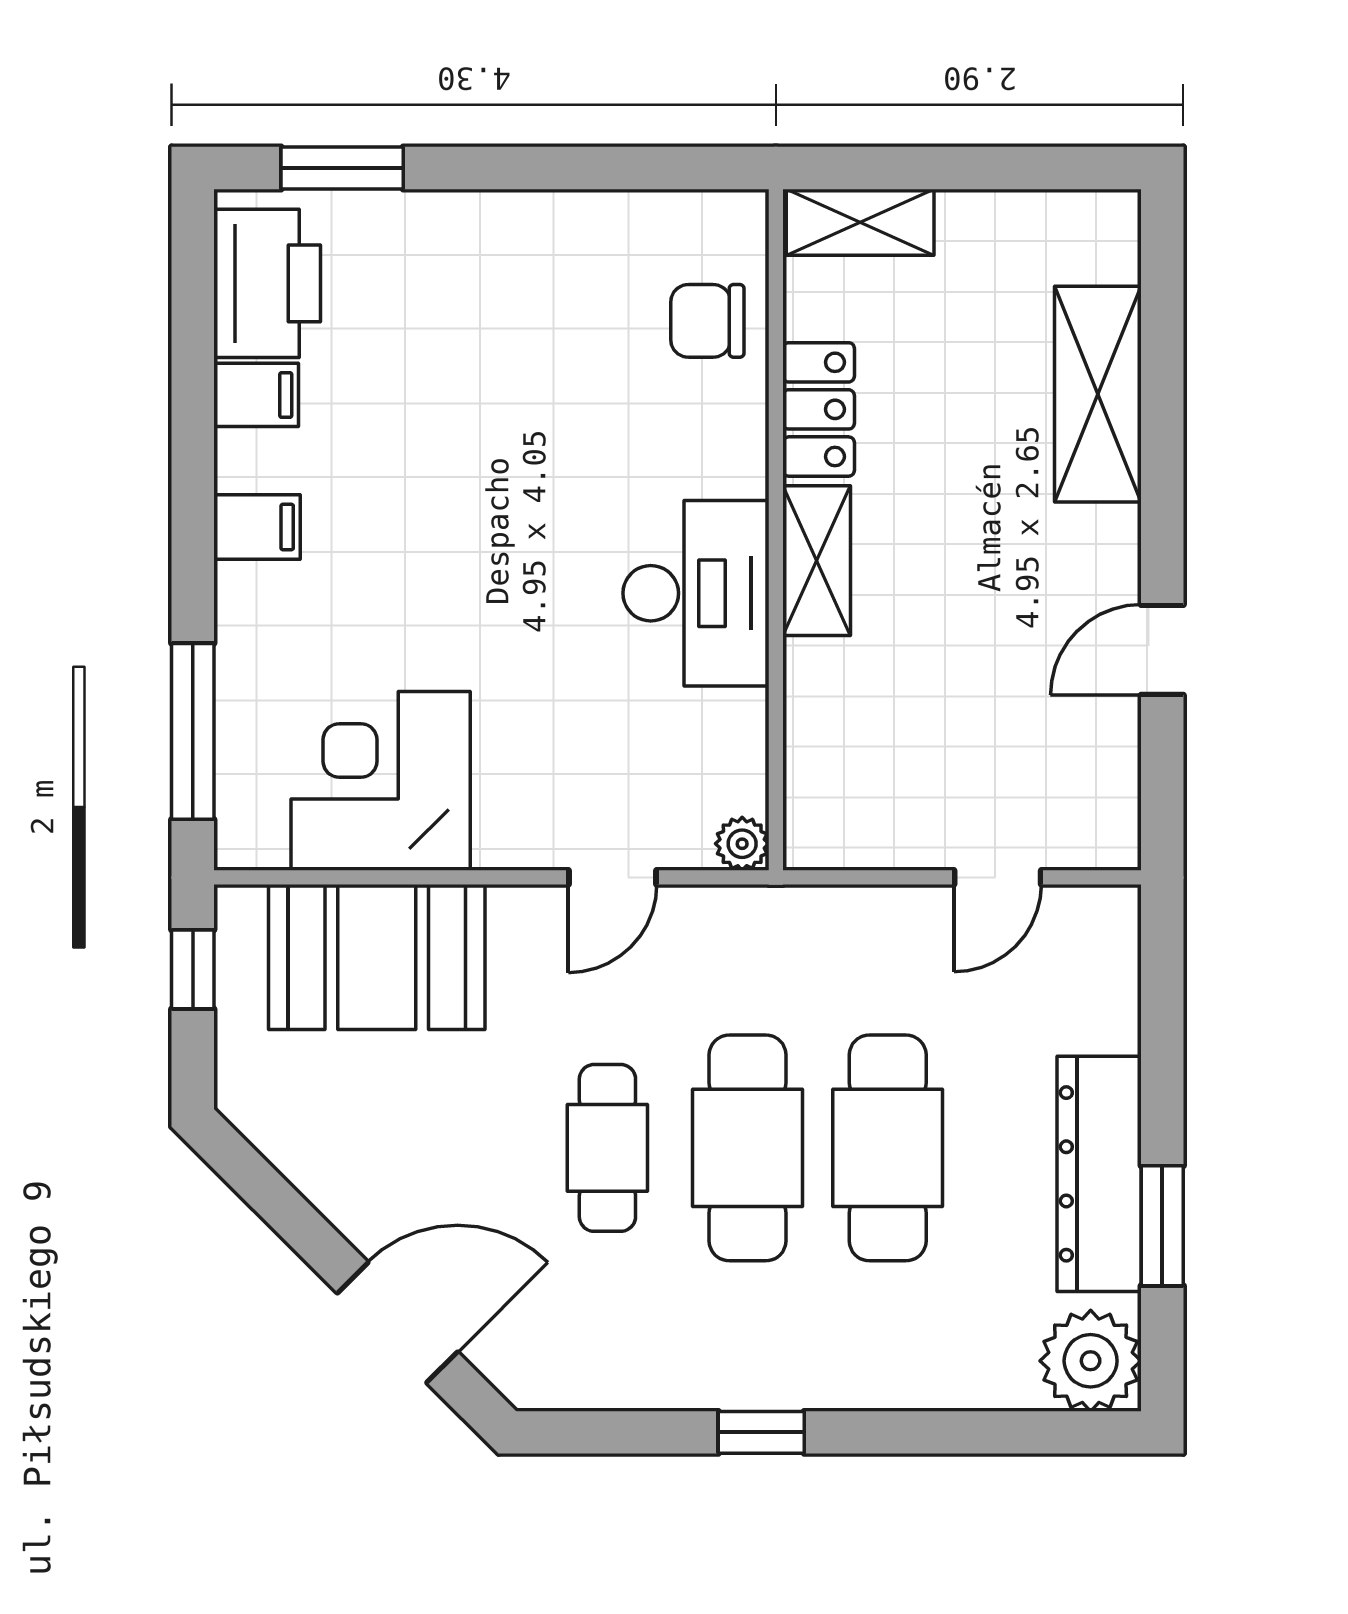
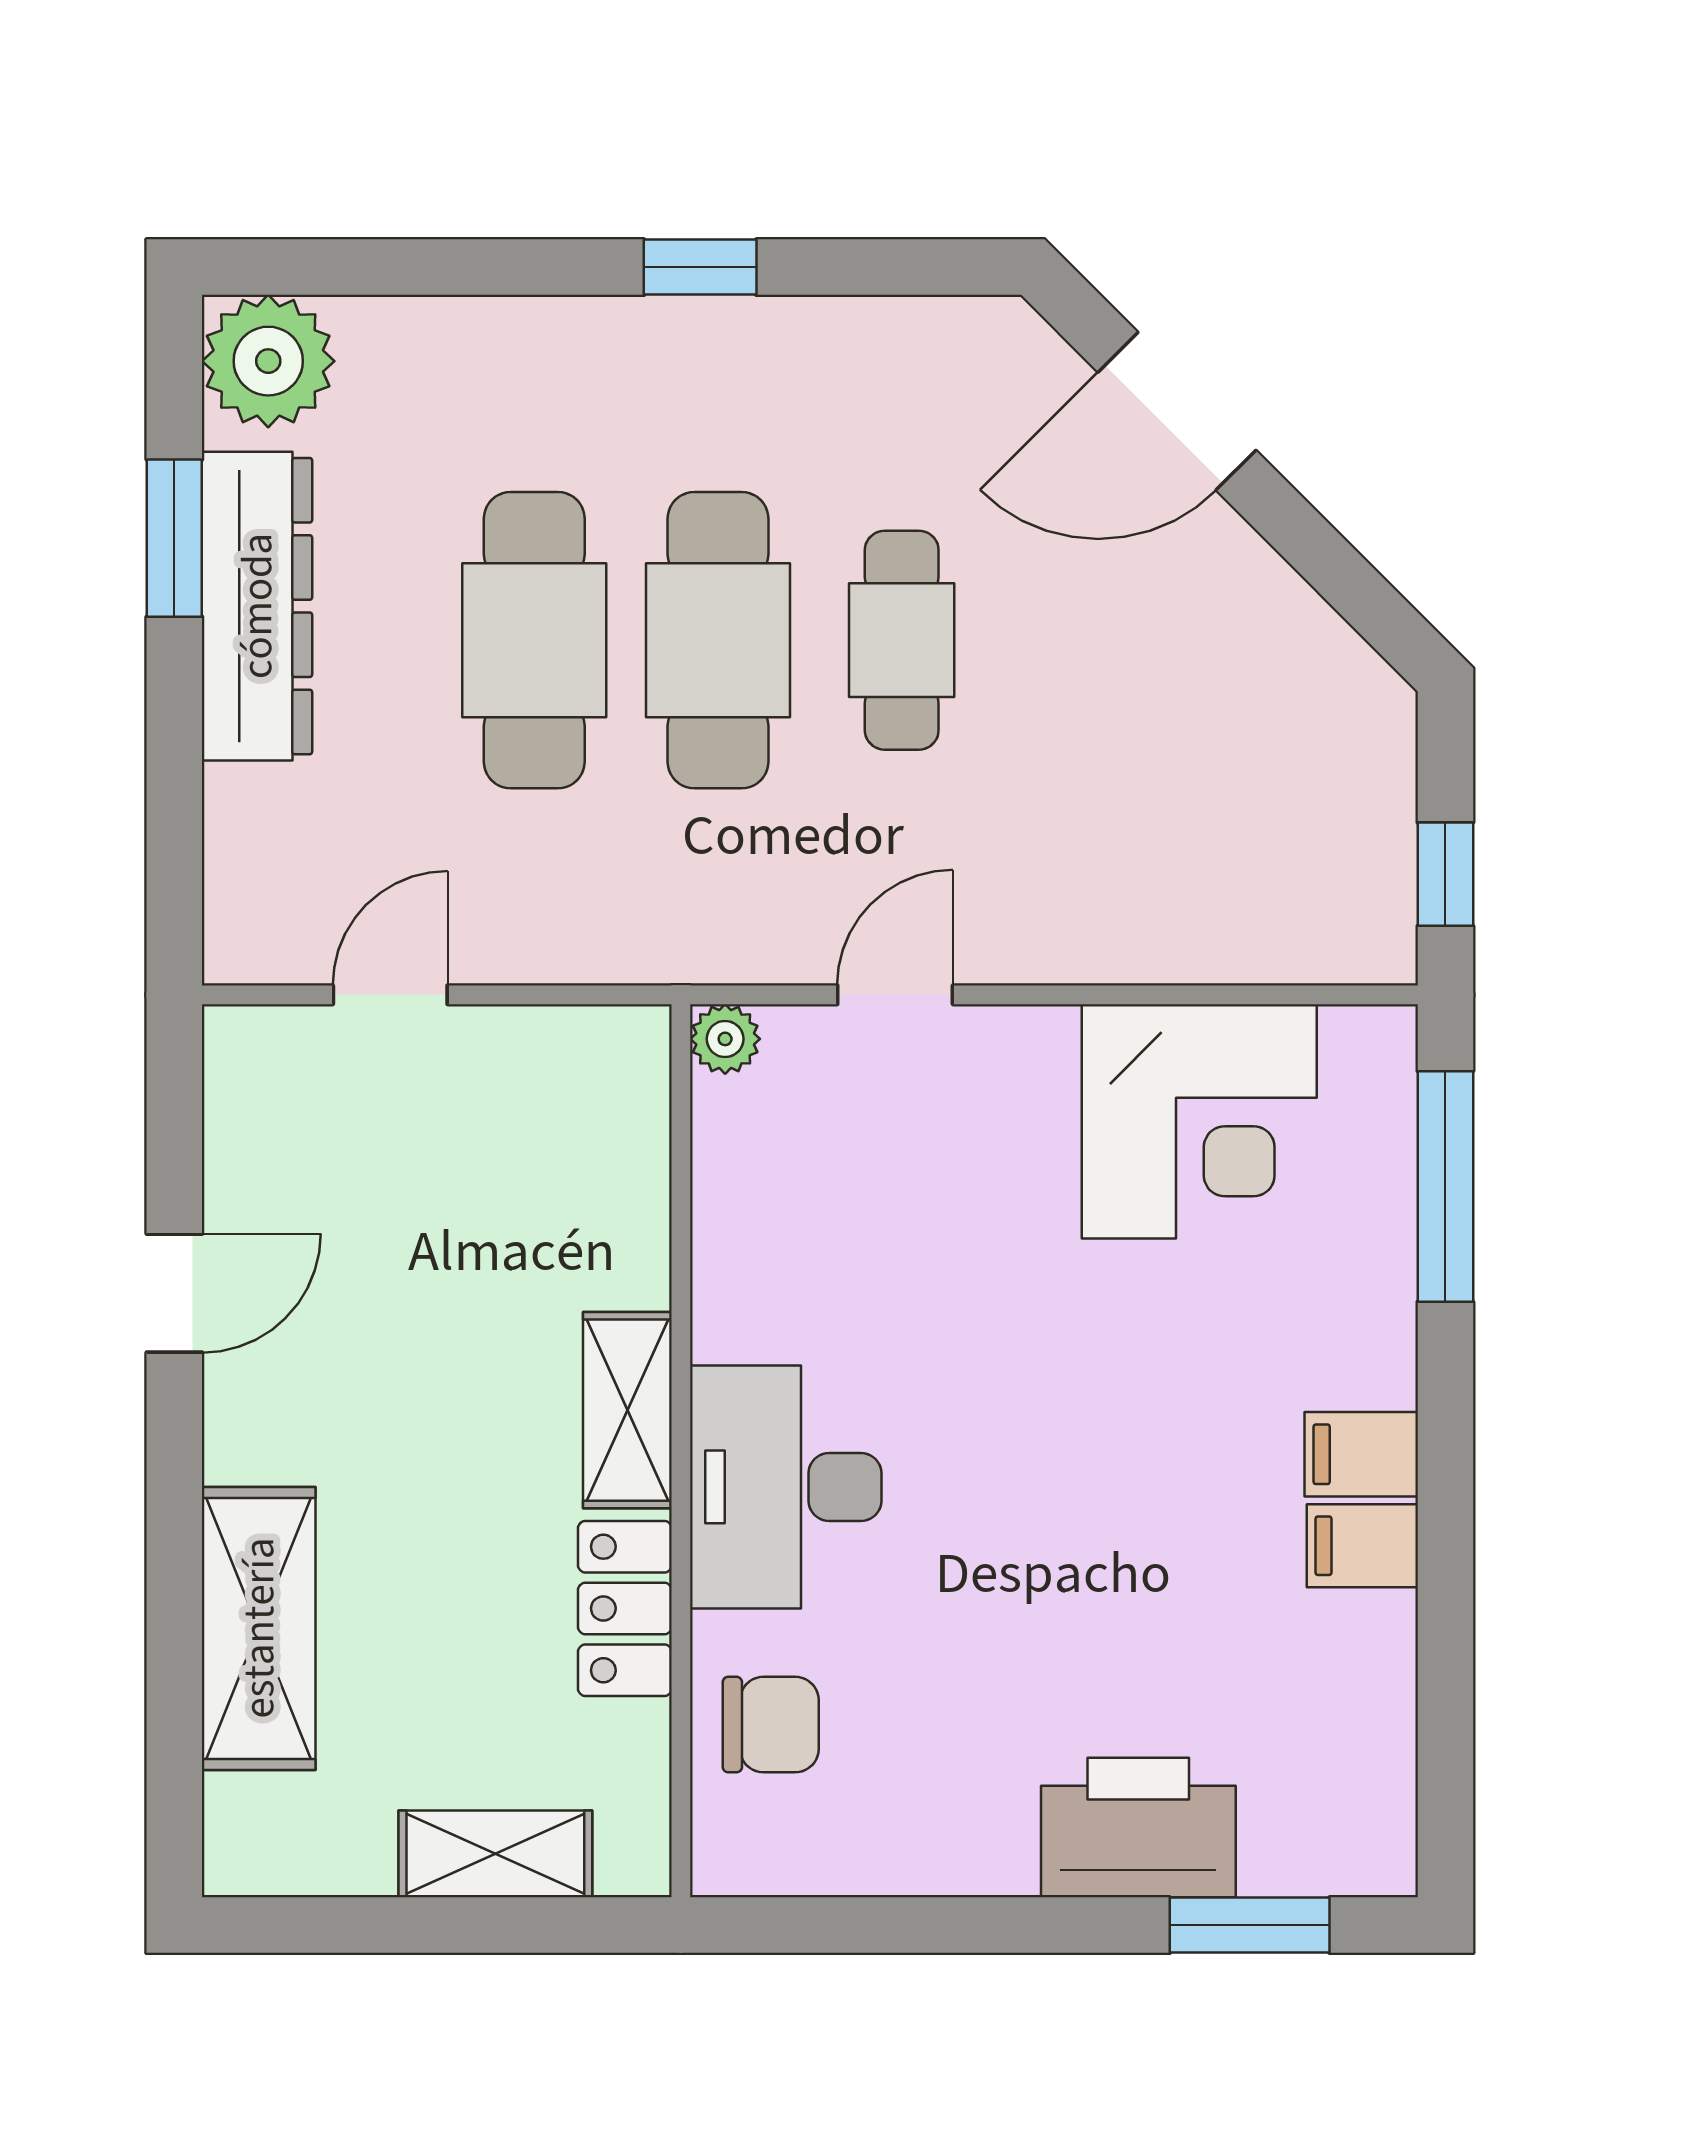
shelving: (860, 222) -> (495, 1854), moved
printer: (267, 283) -> (1138, 1828), moved, turned 90
filing cabinet: (256, 395) -> (1362, 1546), moved
desk: (696, 593) -> (786, 1487), moved
booth: (377, 957) -> (1204, 890), removed

